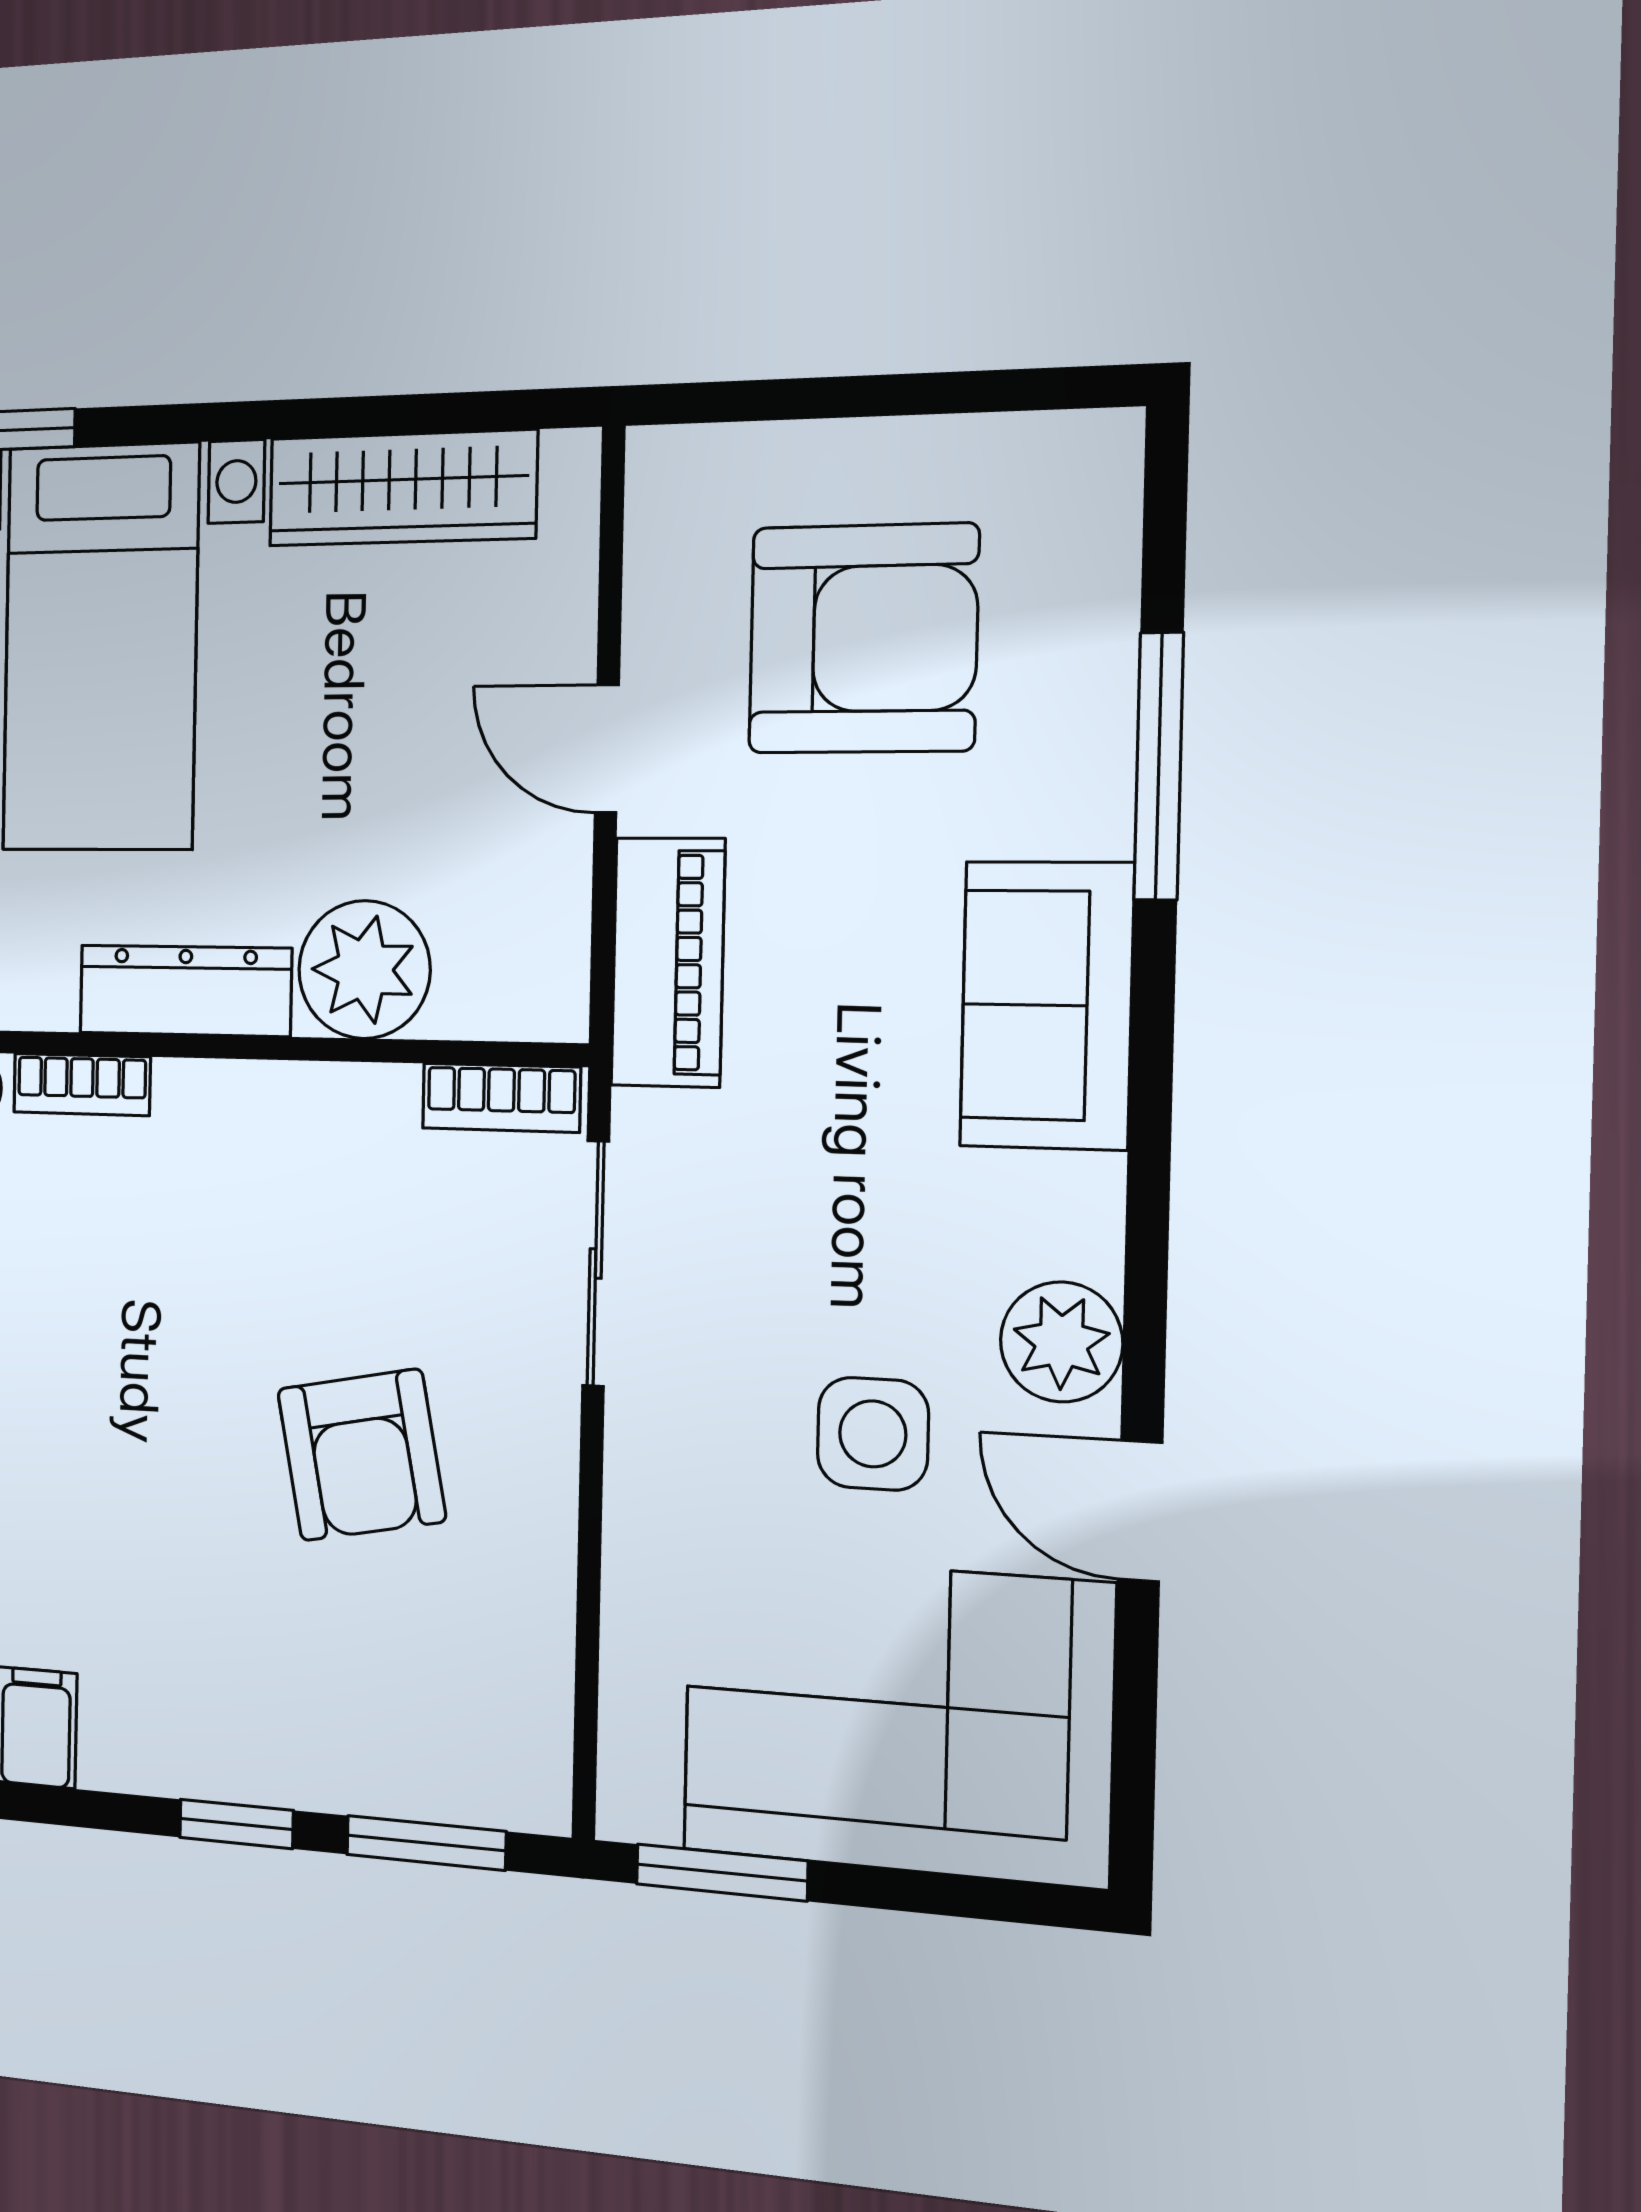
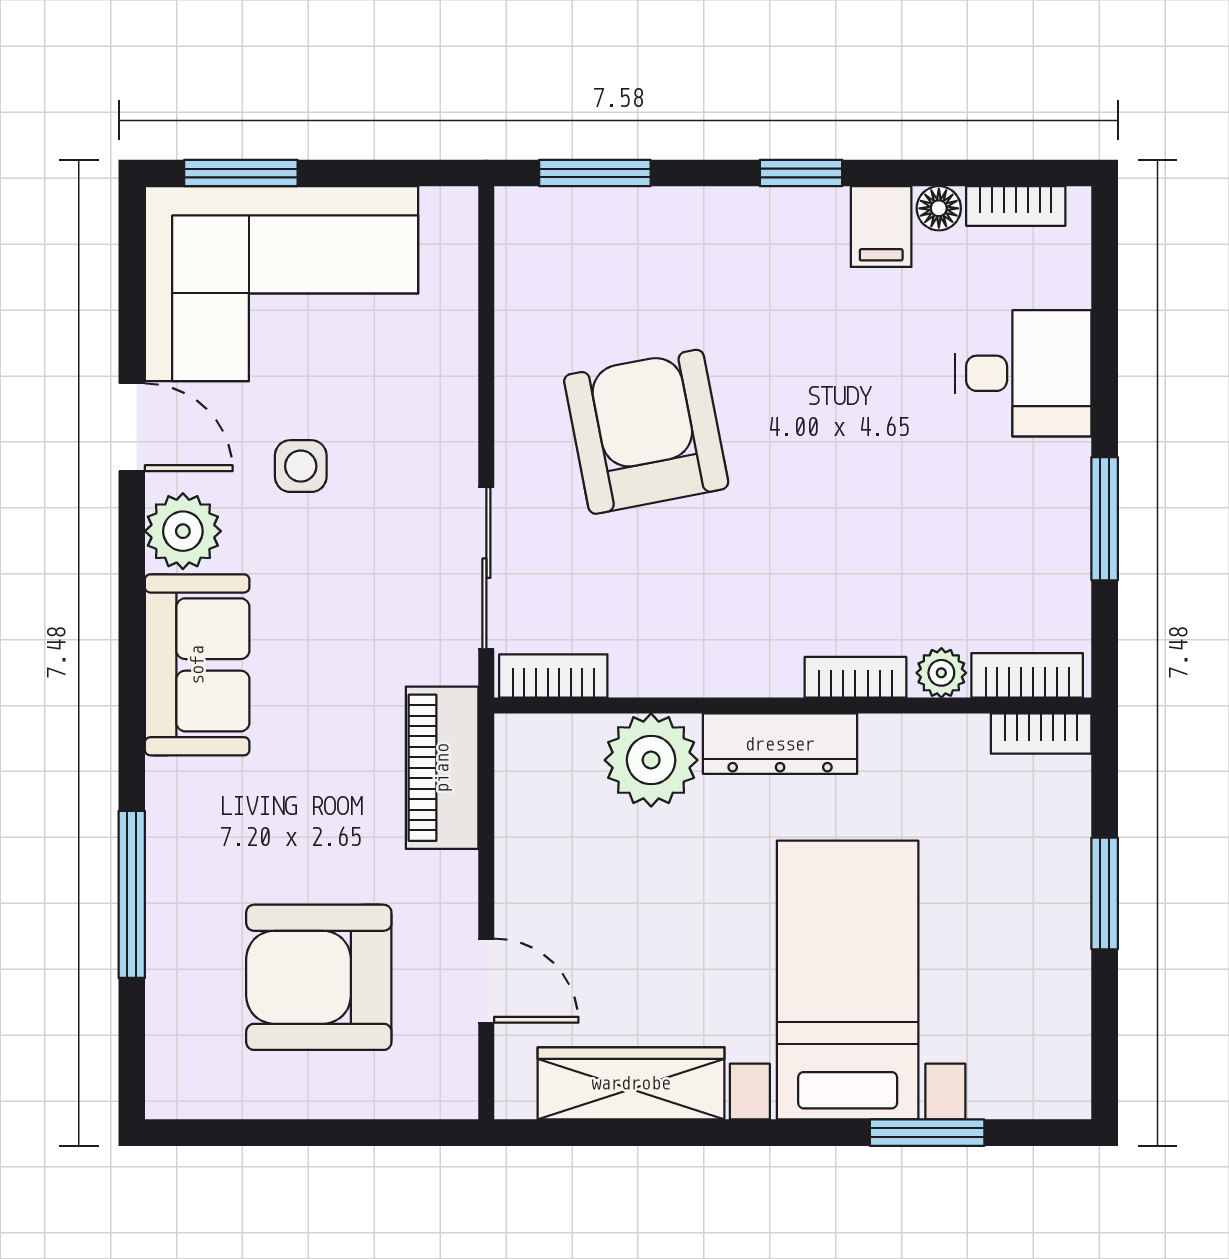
door: (607, 749) -> (486, 981), moved
sofa: (1047, 1005) -> (197, 665), moved
side table: (873, 1434) -> (301, 466), width x0.73, depth x0.73
armchair: (361, 1455) -> (646, 432), width x1.36, depth x1.36
window: (236, 1824) -> (801, 173), moved
window: (722, 1873) -> (241, 173), moved

